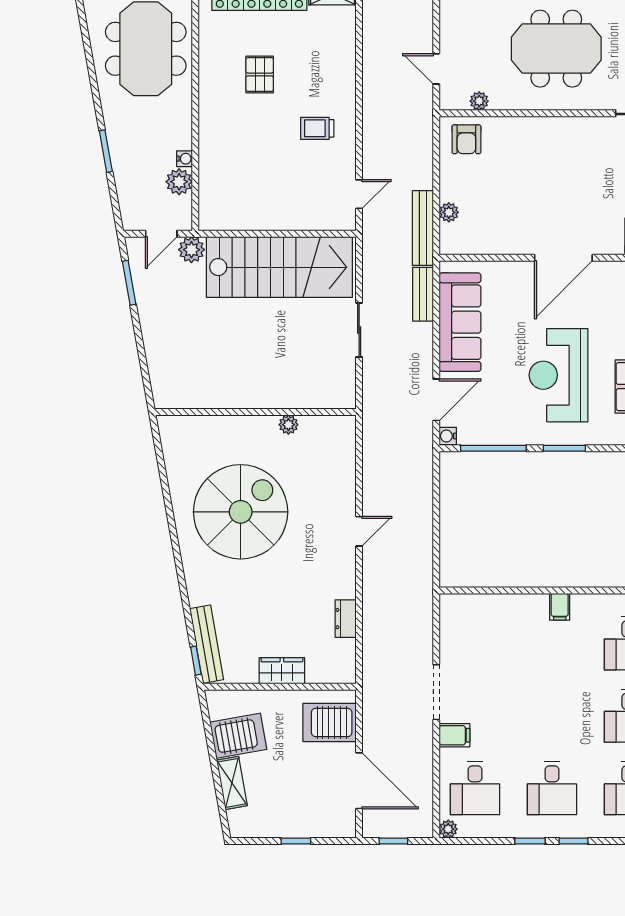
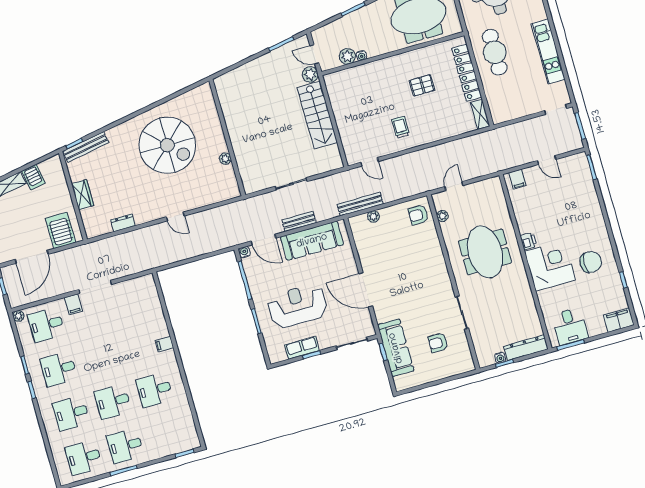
stairs: (279, 267) -> (317, 115), width x0.73, depth x0.66
bench: (423, 294) -> (299, 221), moved
server rack: (238, 736) -> (33, 177), width x0.73, depth x0.70

